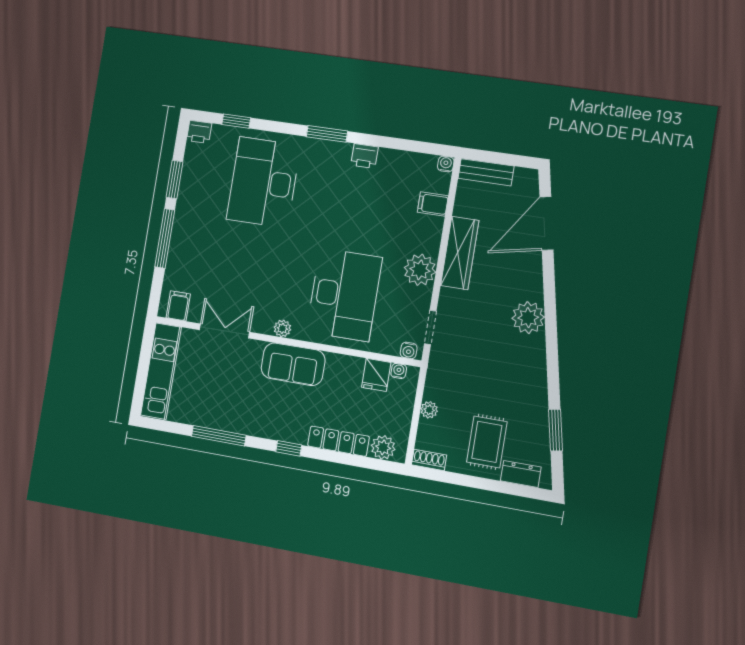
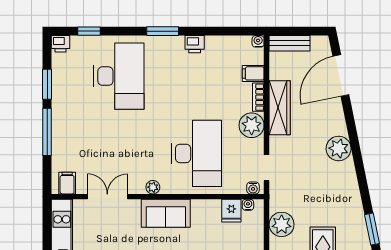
desk: (264, 182) -> (119, 76), turned 180
bookcase: (434, 235) -> (258, 97), added
plant: (429, 410) -> (282, 224), width x1.87, depth x1.87

